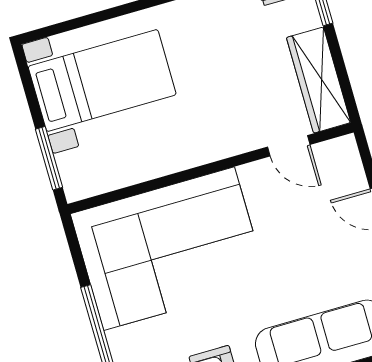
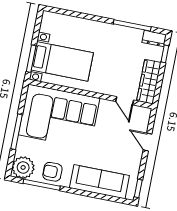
bed with nightstands: (102, 80) -> (62, 61), moved

